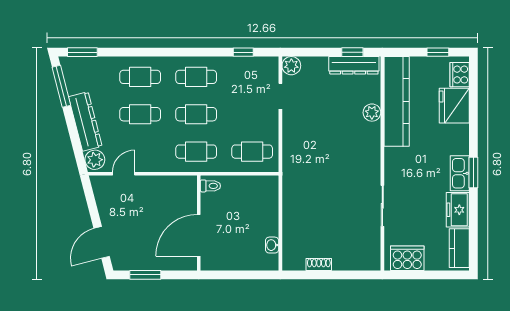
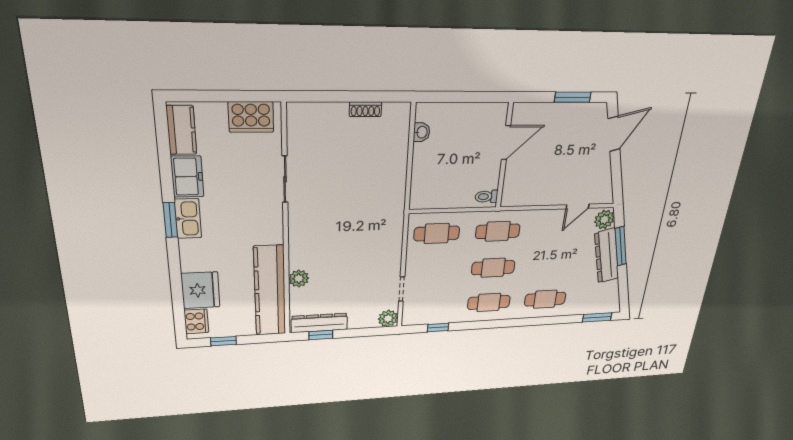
window: (61, 86) -> (621, 246), moved
cafe table: (140, 114) -> (551, 265), removed
door: (199, 235) -> (506, 143), width x0.73

